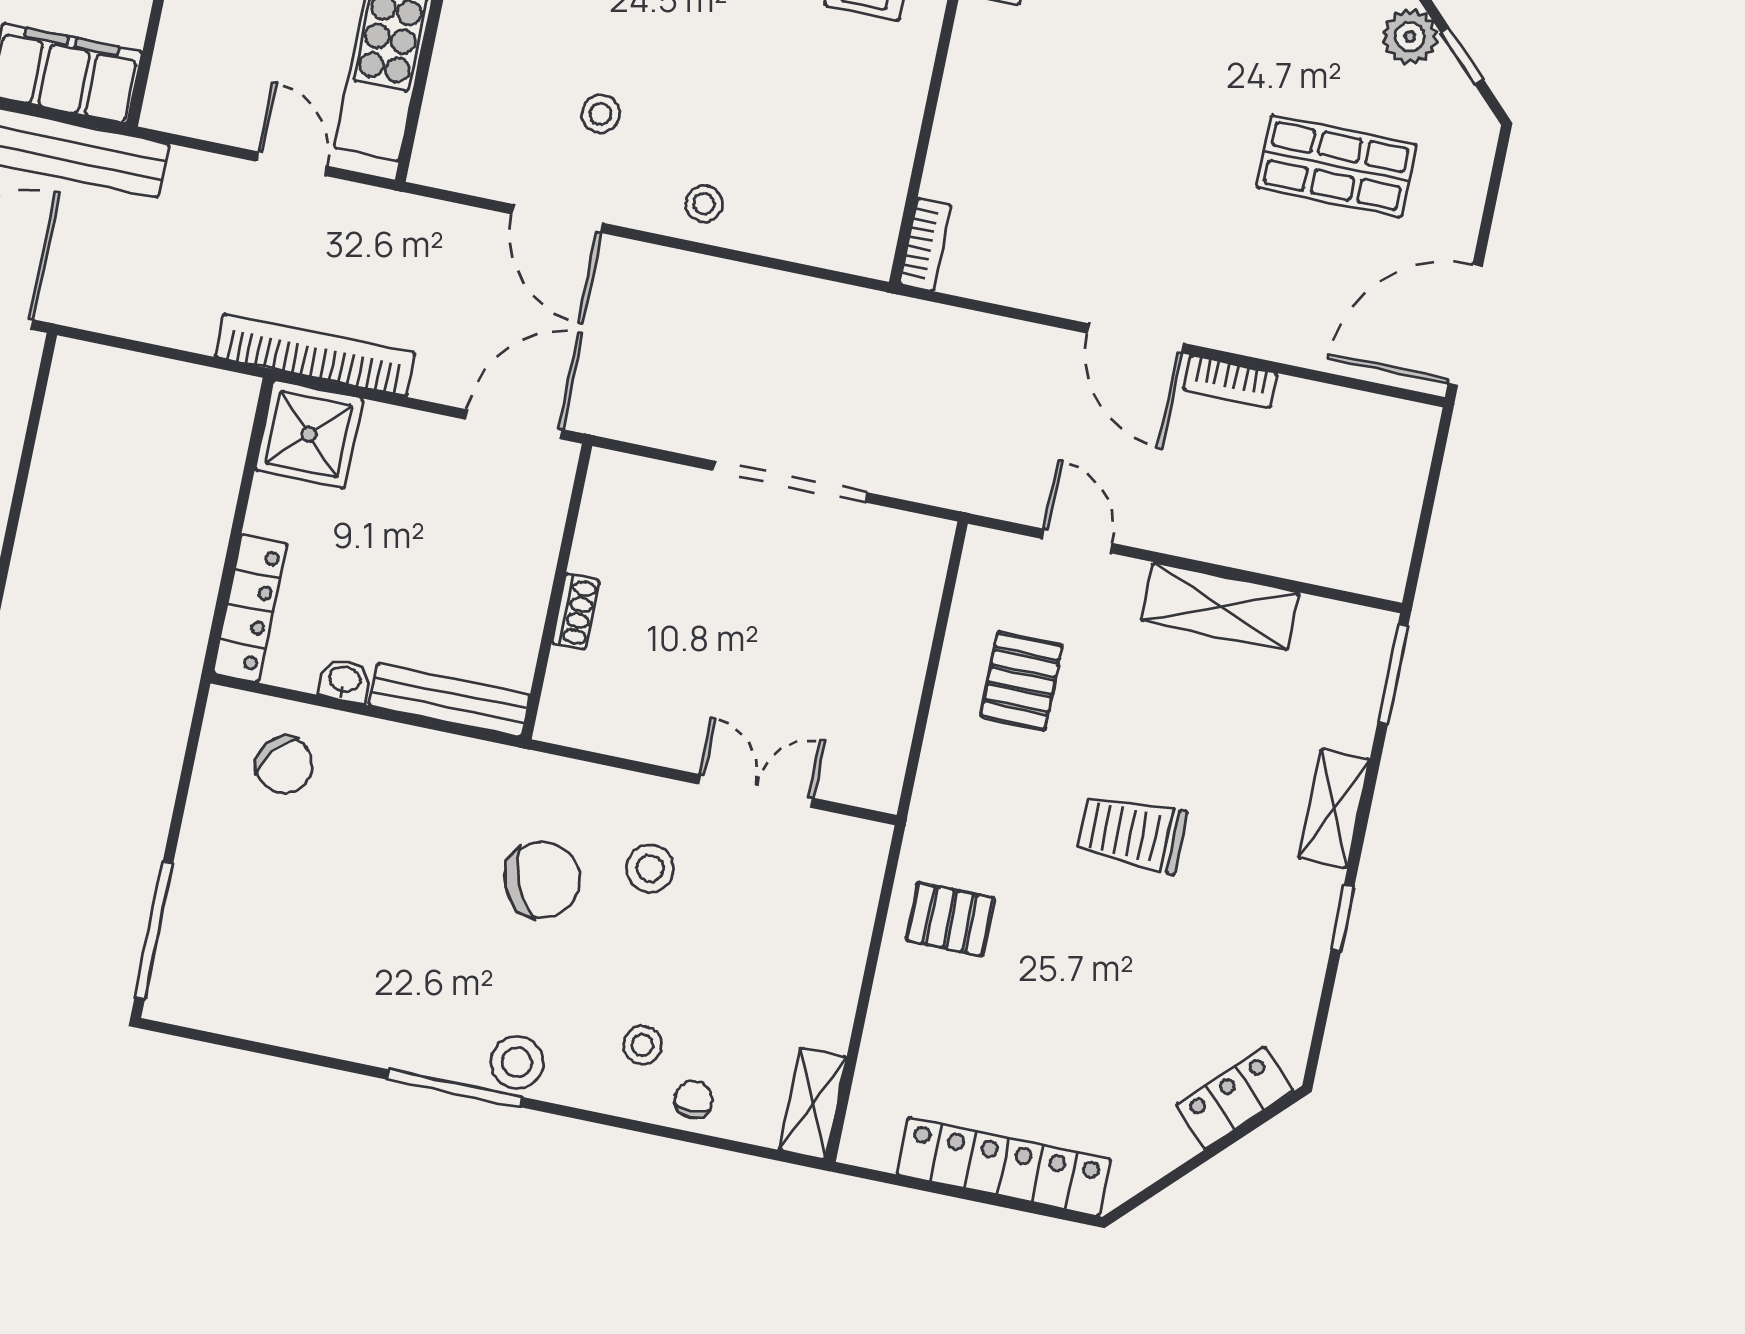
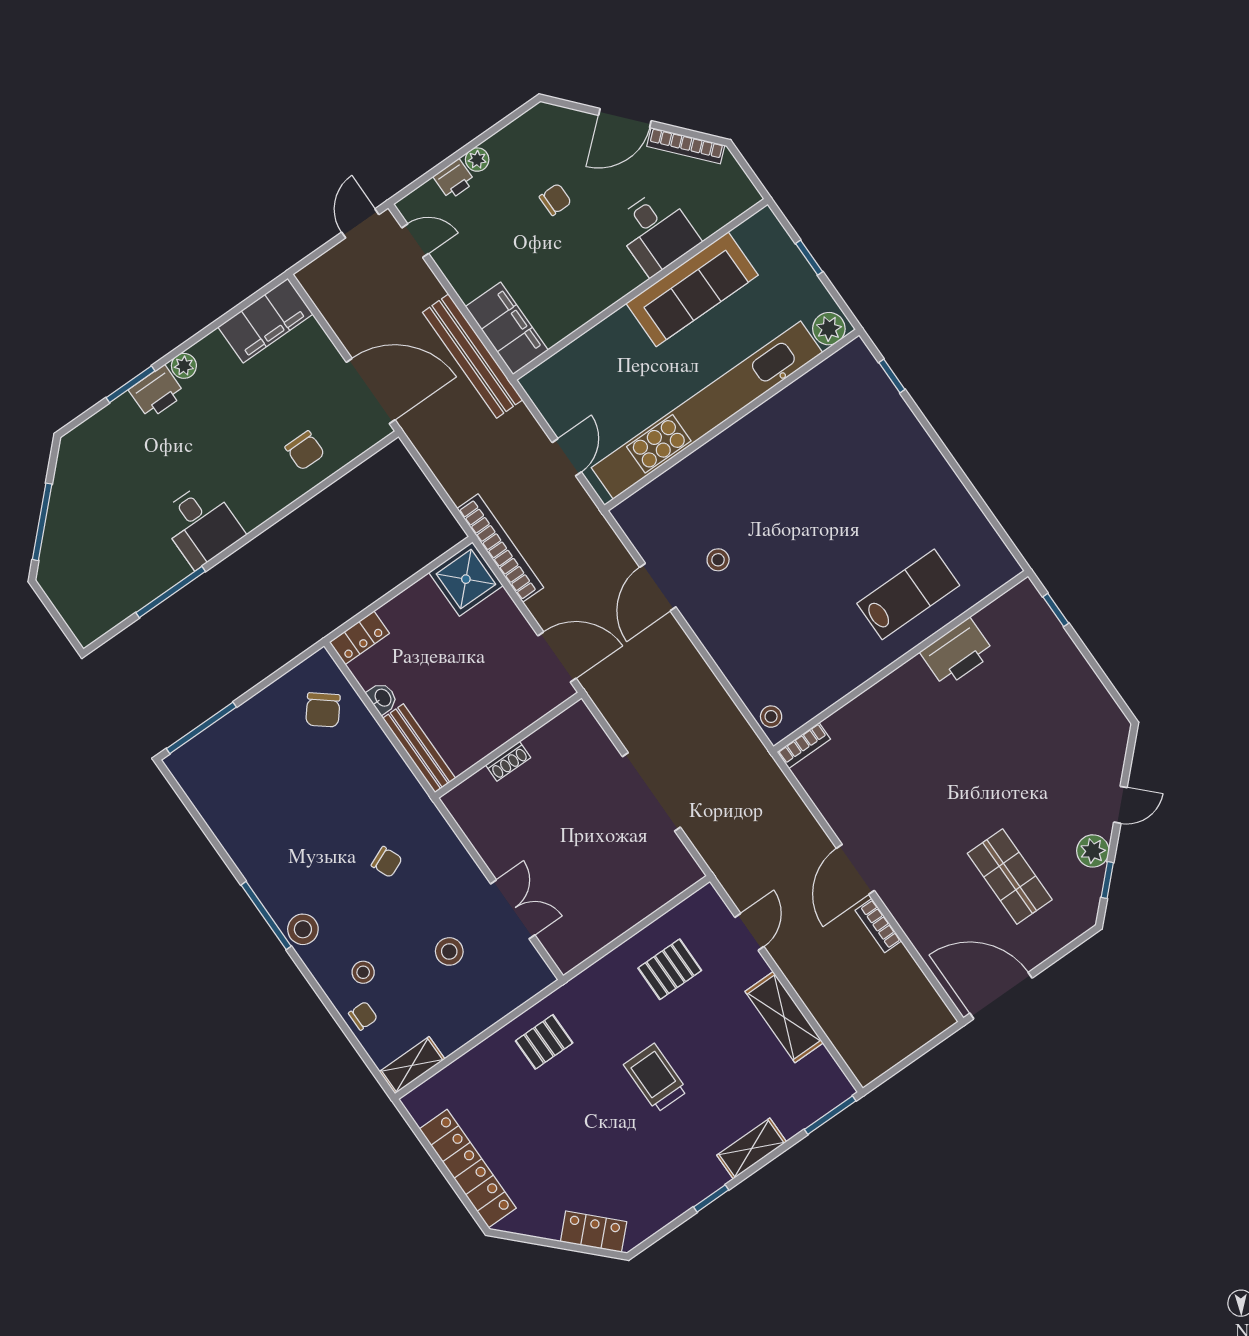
stool: (704, 204) -> (771, 717), moved
locker: (250, 608) -> (359, 638), width x0.66
stool: (650, 868) -> (449, 951), moved
chair: (542, 880) -> (387, 862), width x0.54, depth x0.54
pallet: (950, 919) -> (544, 1042), turned 90

